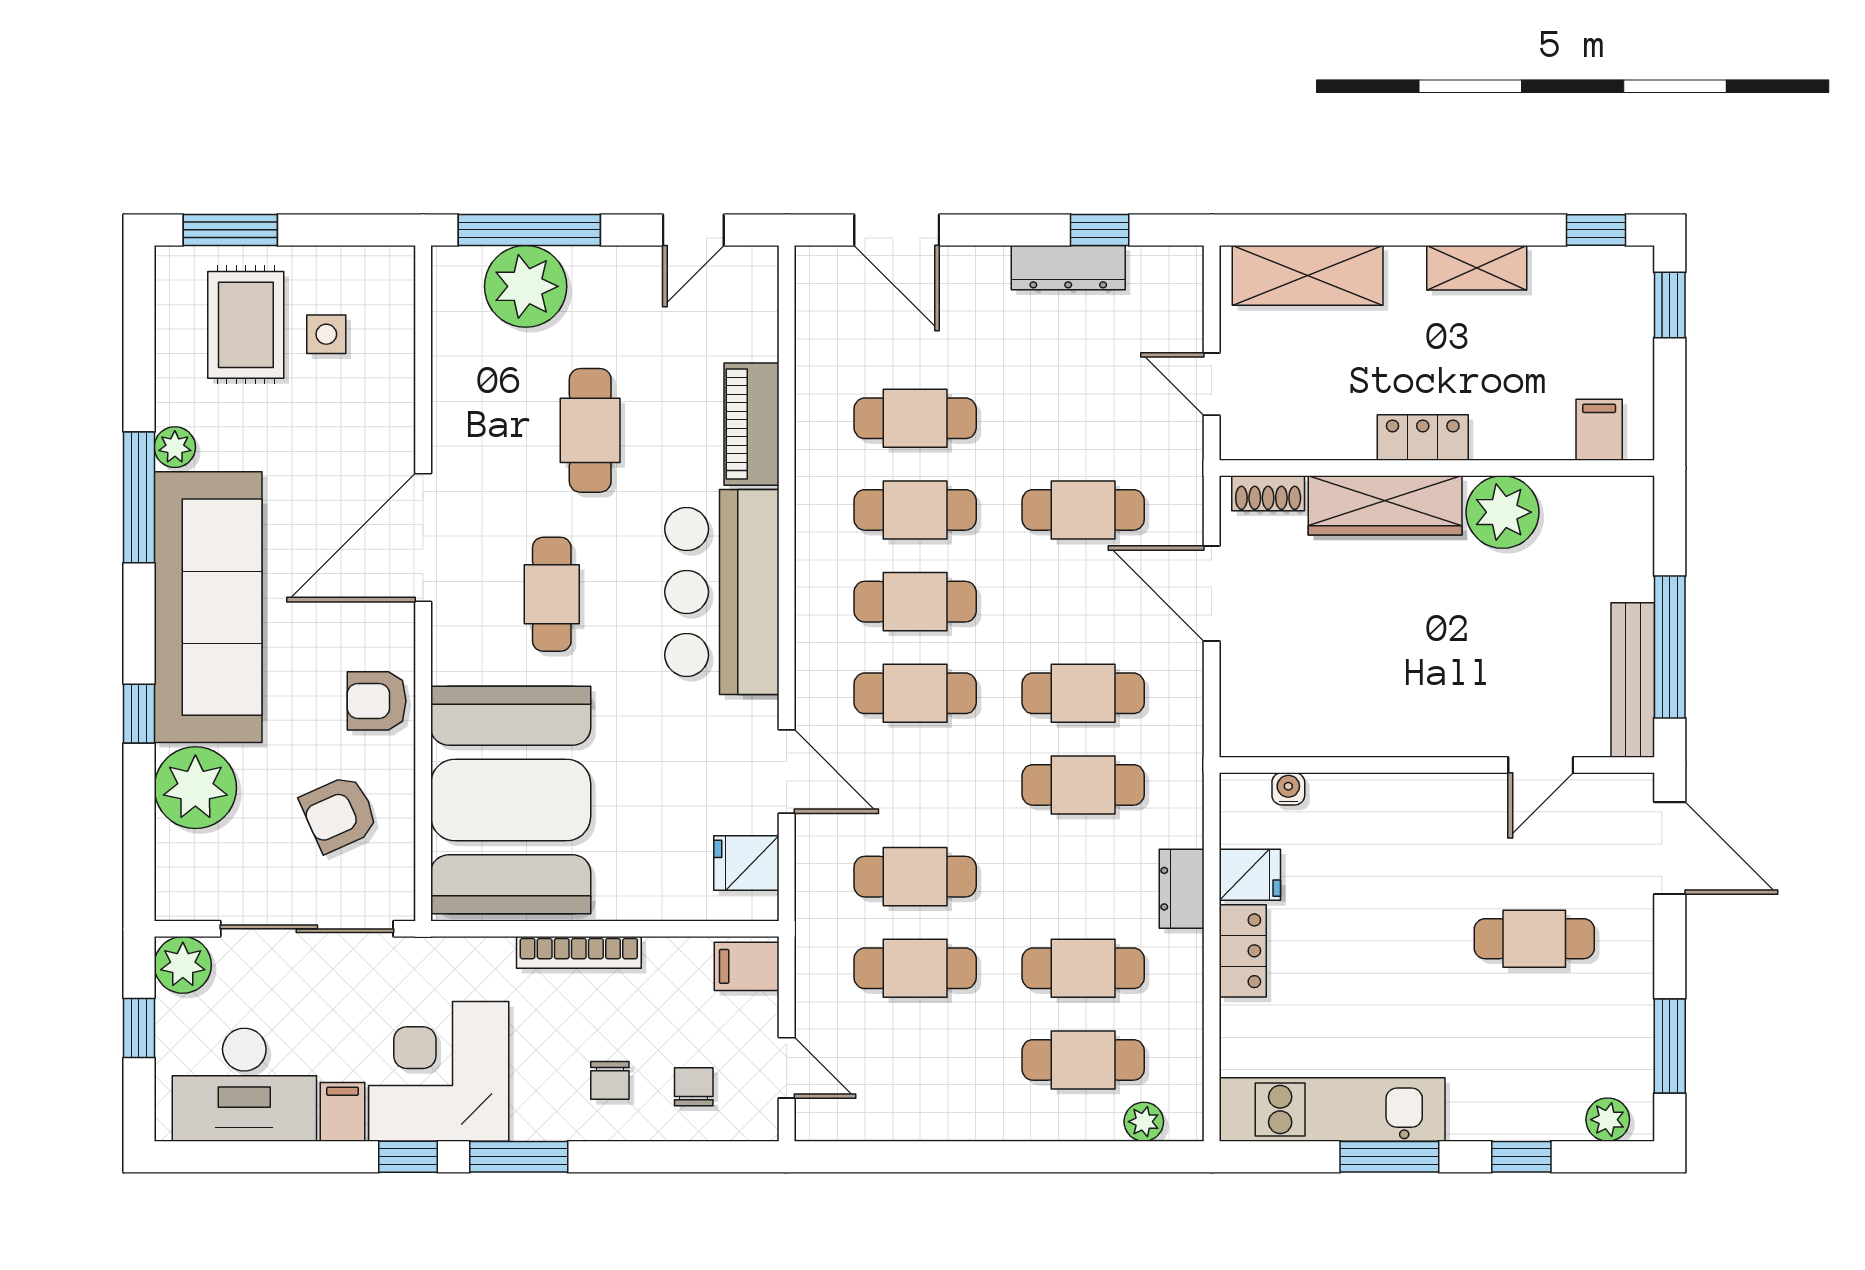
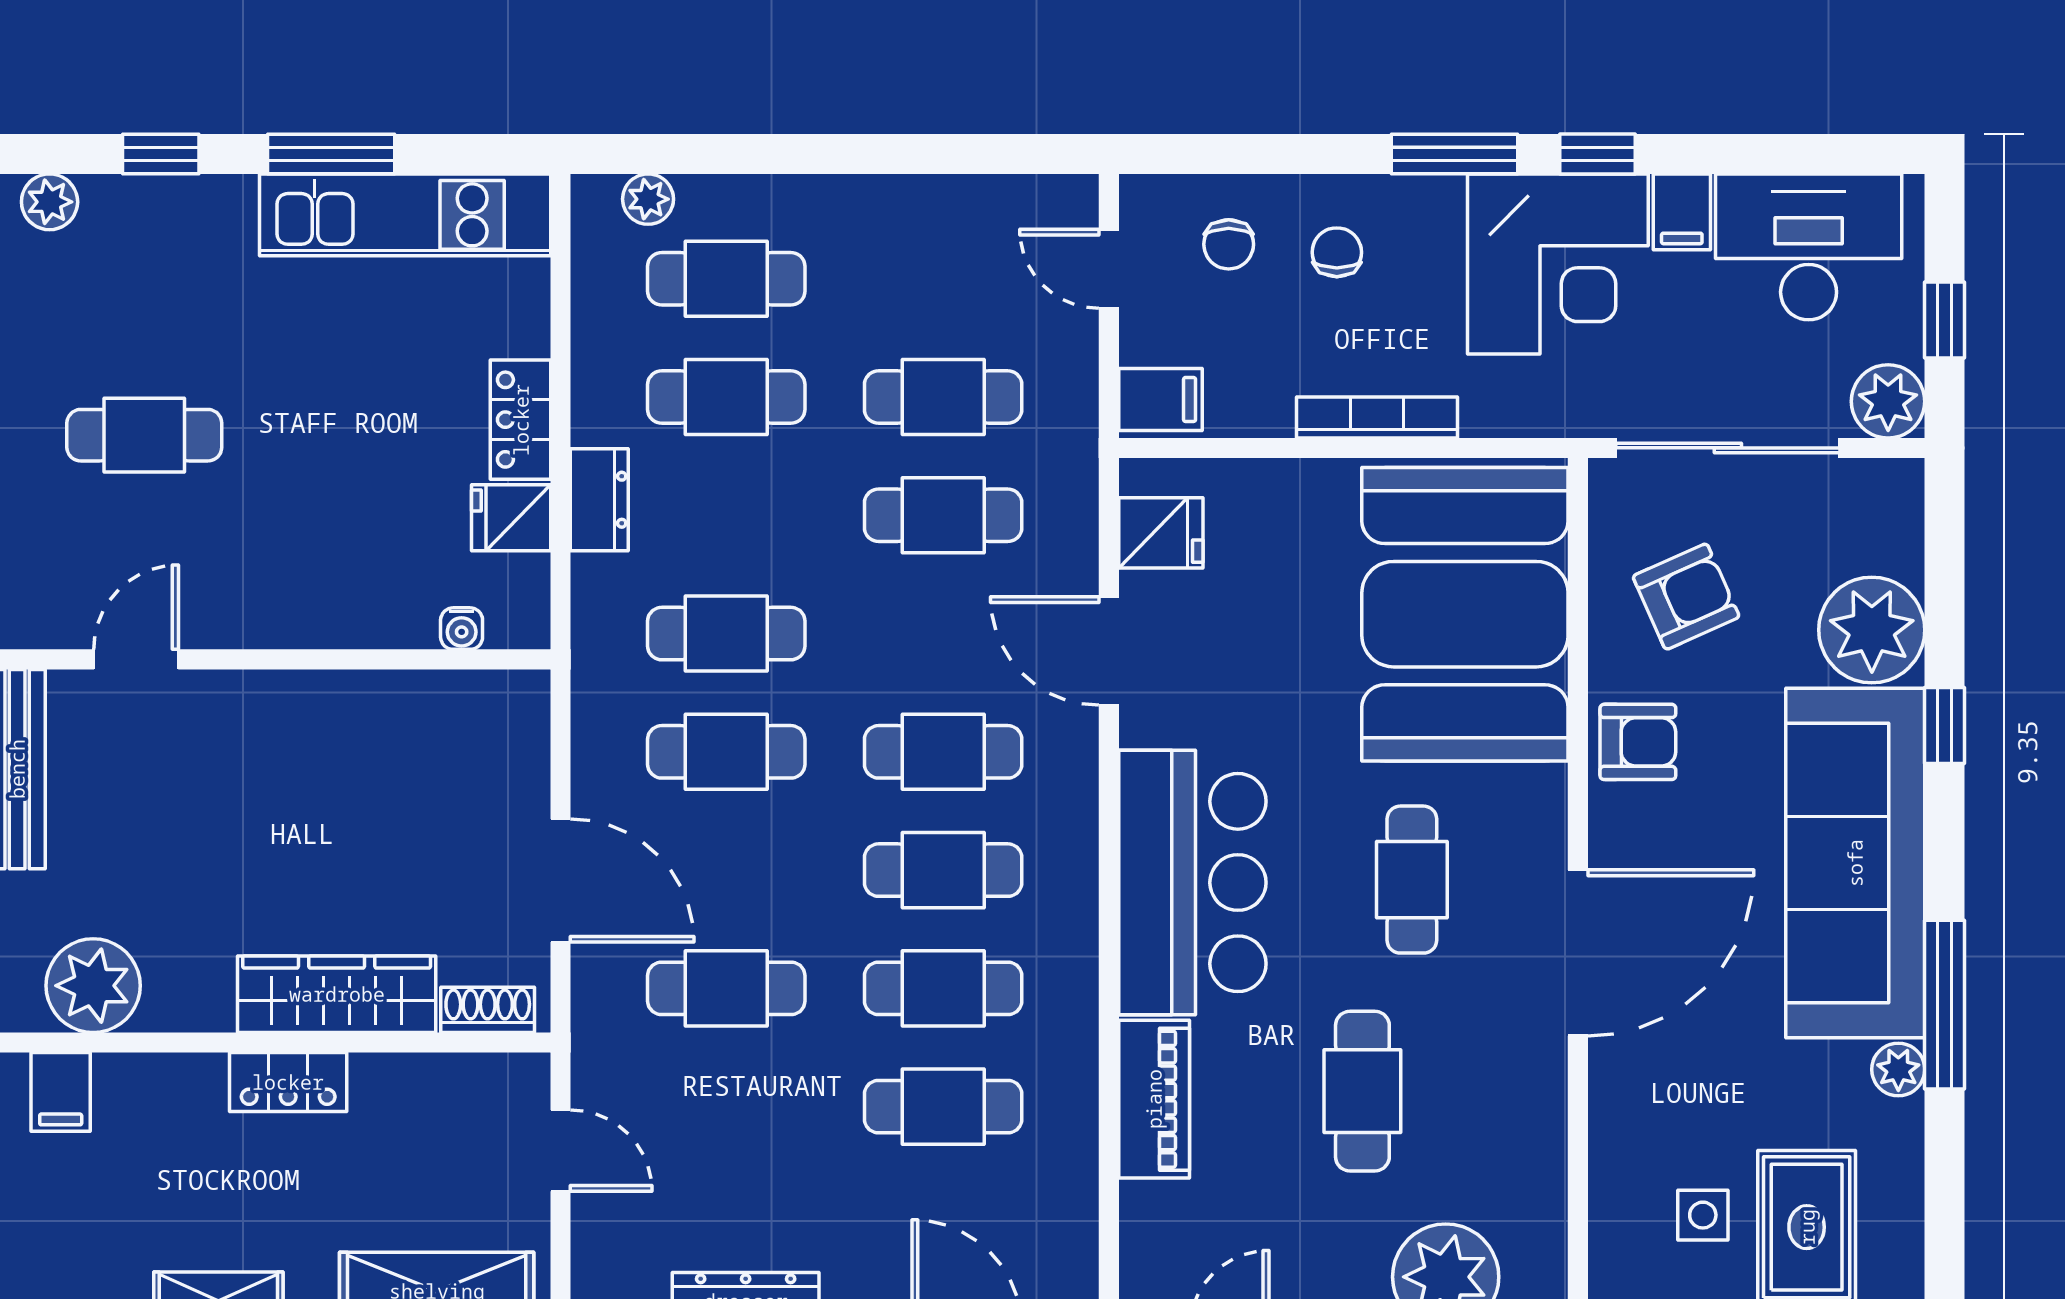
plant: (1502, 512) -> (93, 986), moved

